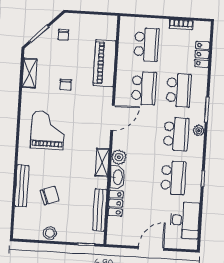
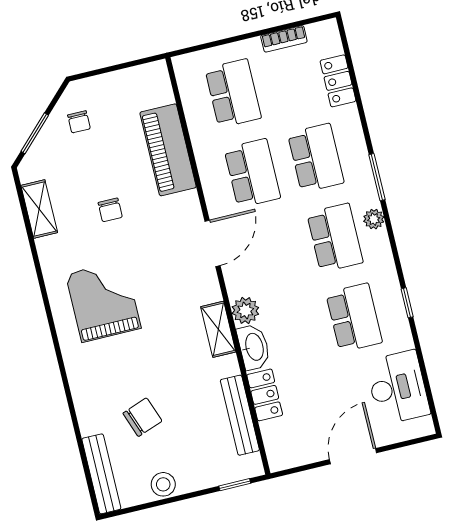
bench: (22, 186) -> (101, 474), moved

